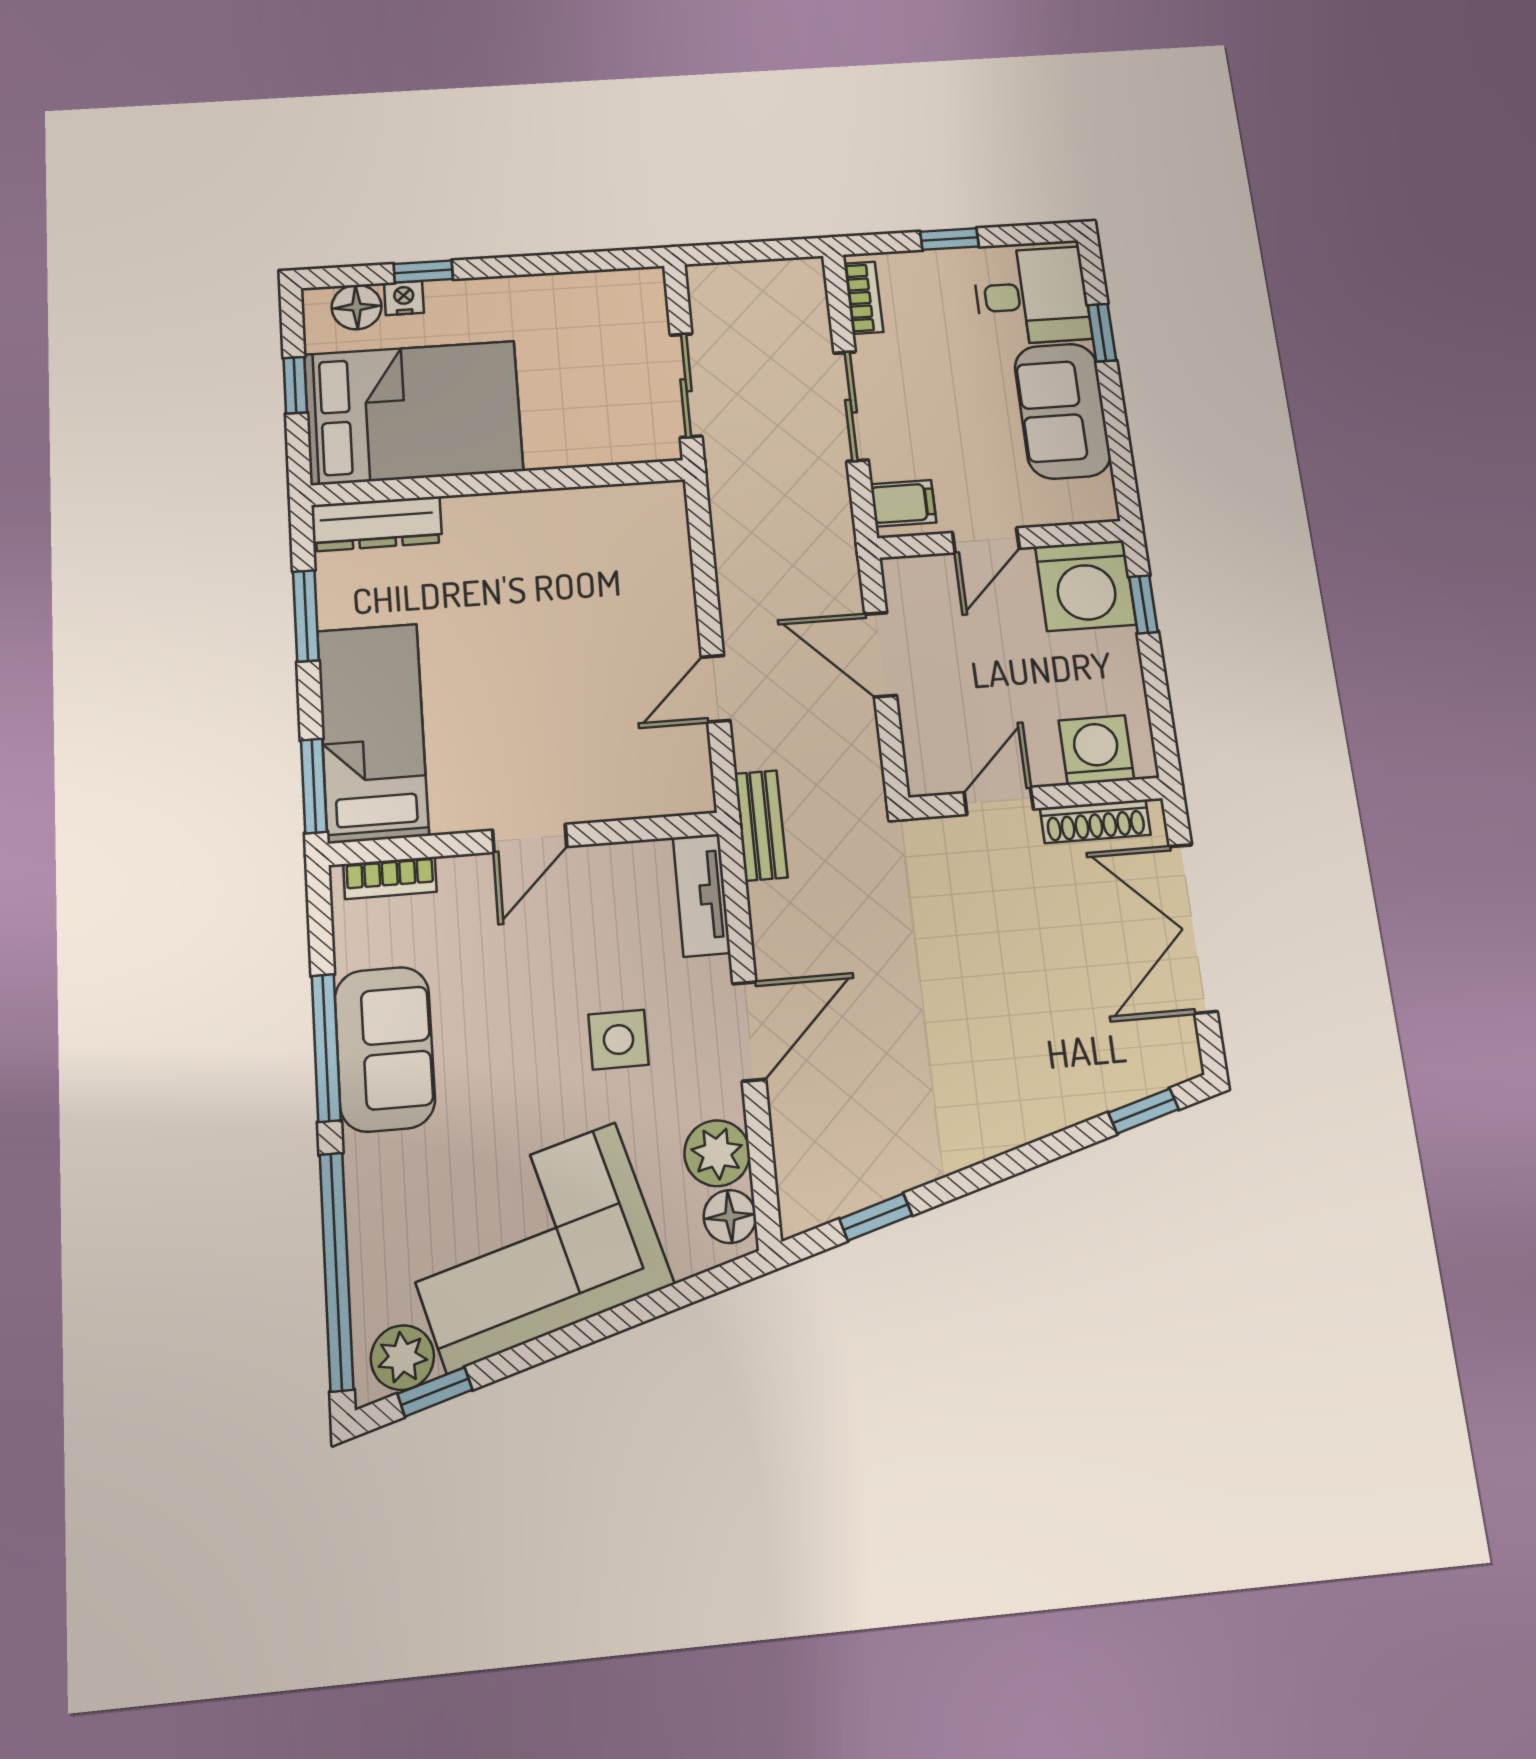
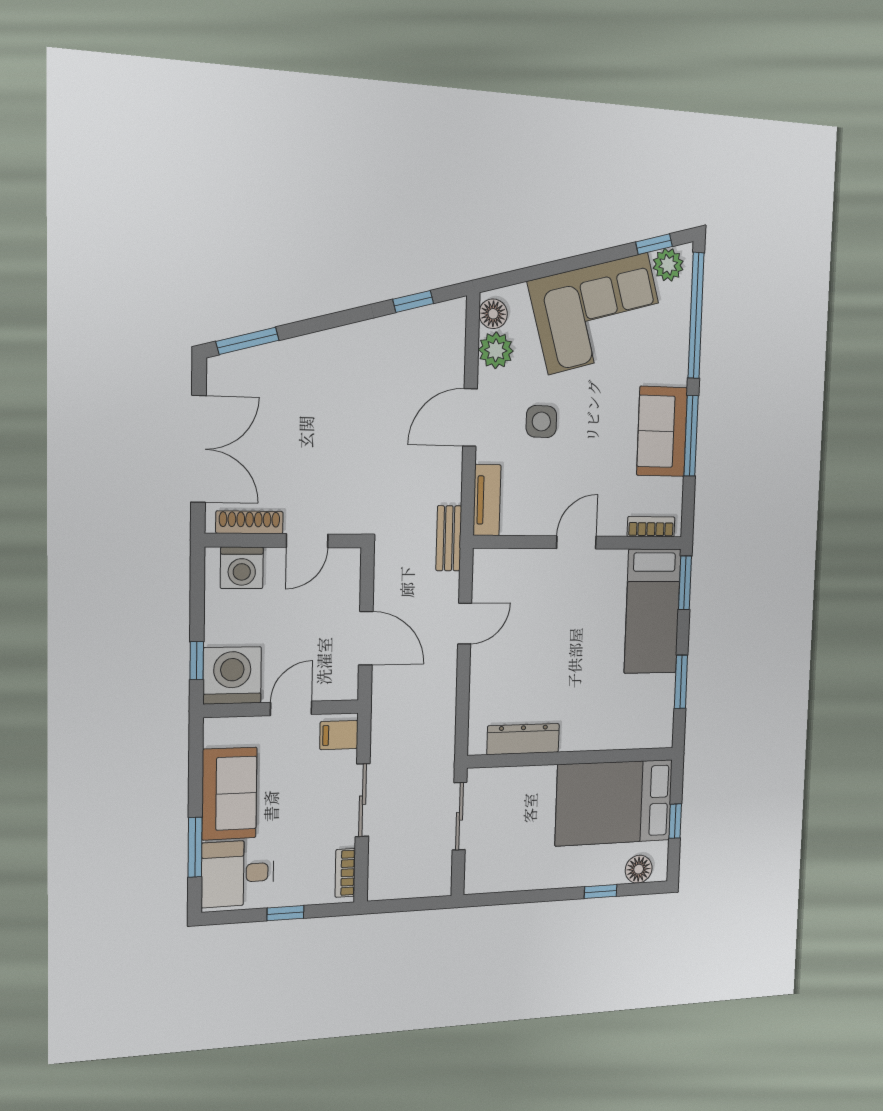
nightstand: (404, 298) -> (613, 875), removed
window: (1102, 333) -> (195, 847), width x1.50
dresser: (377, 524) -> (523, 739), moved
window: (1144, 1111) -> (247, 341), width x1.50

